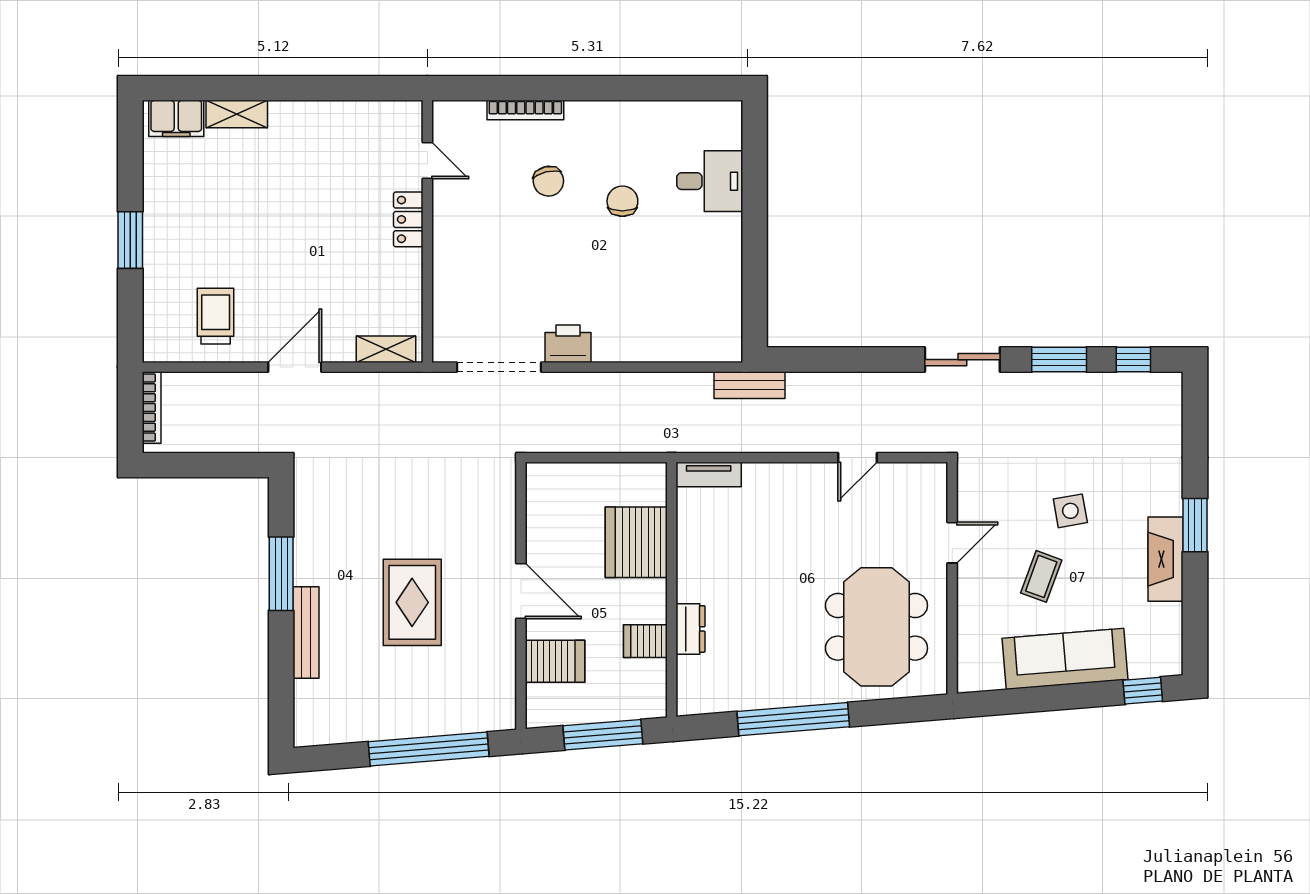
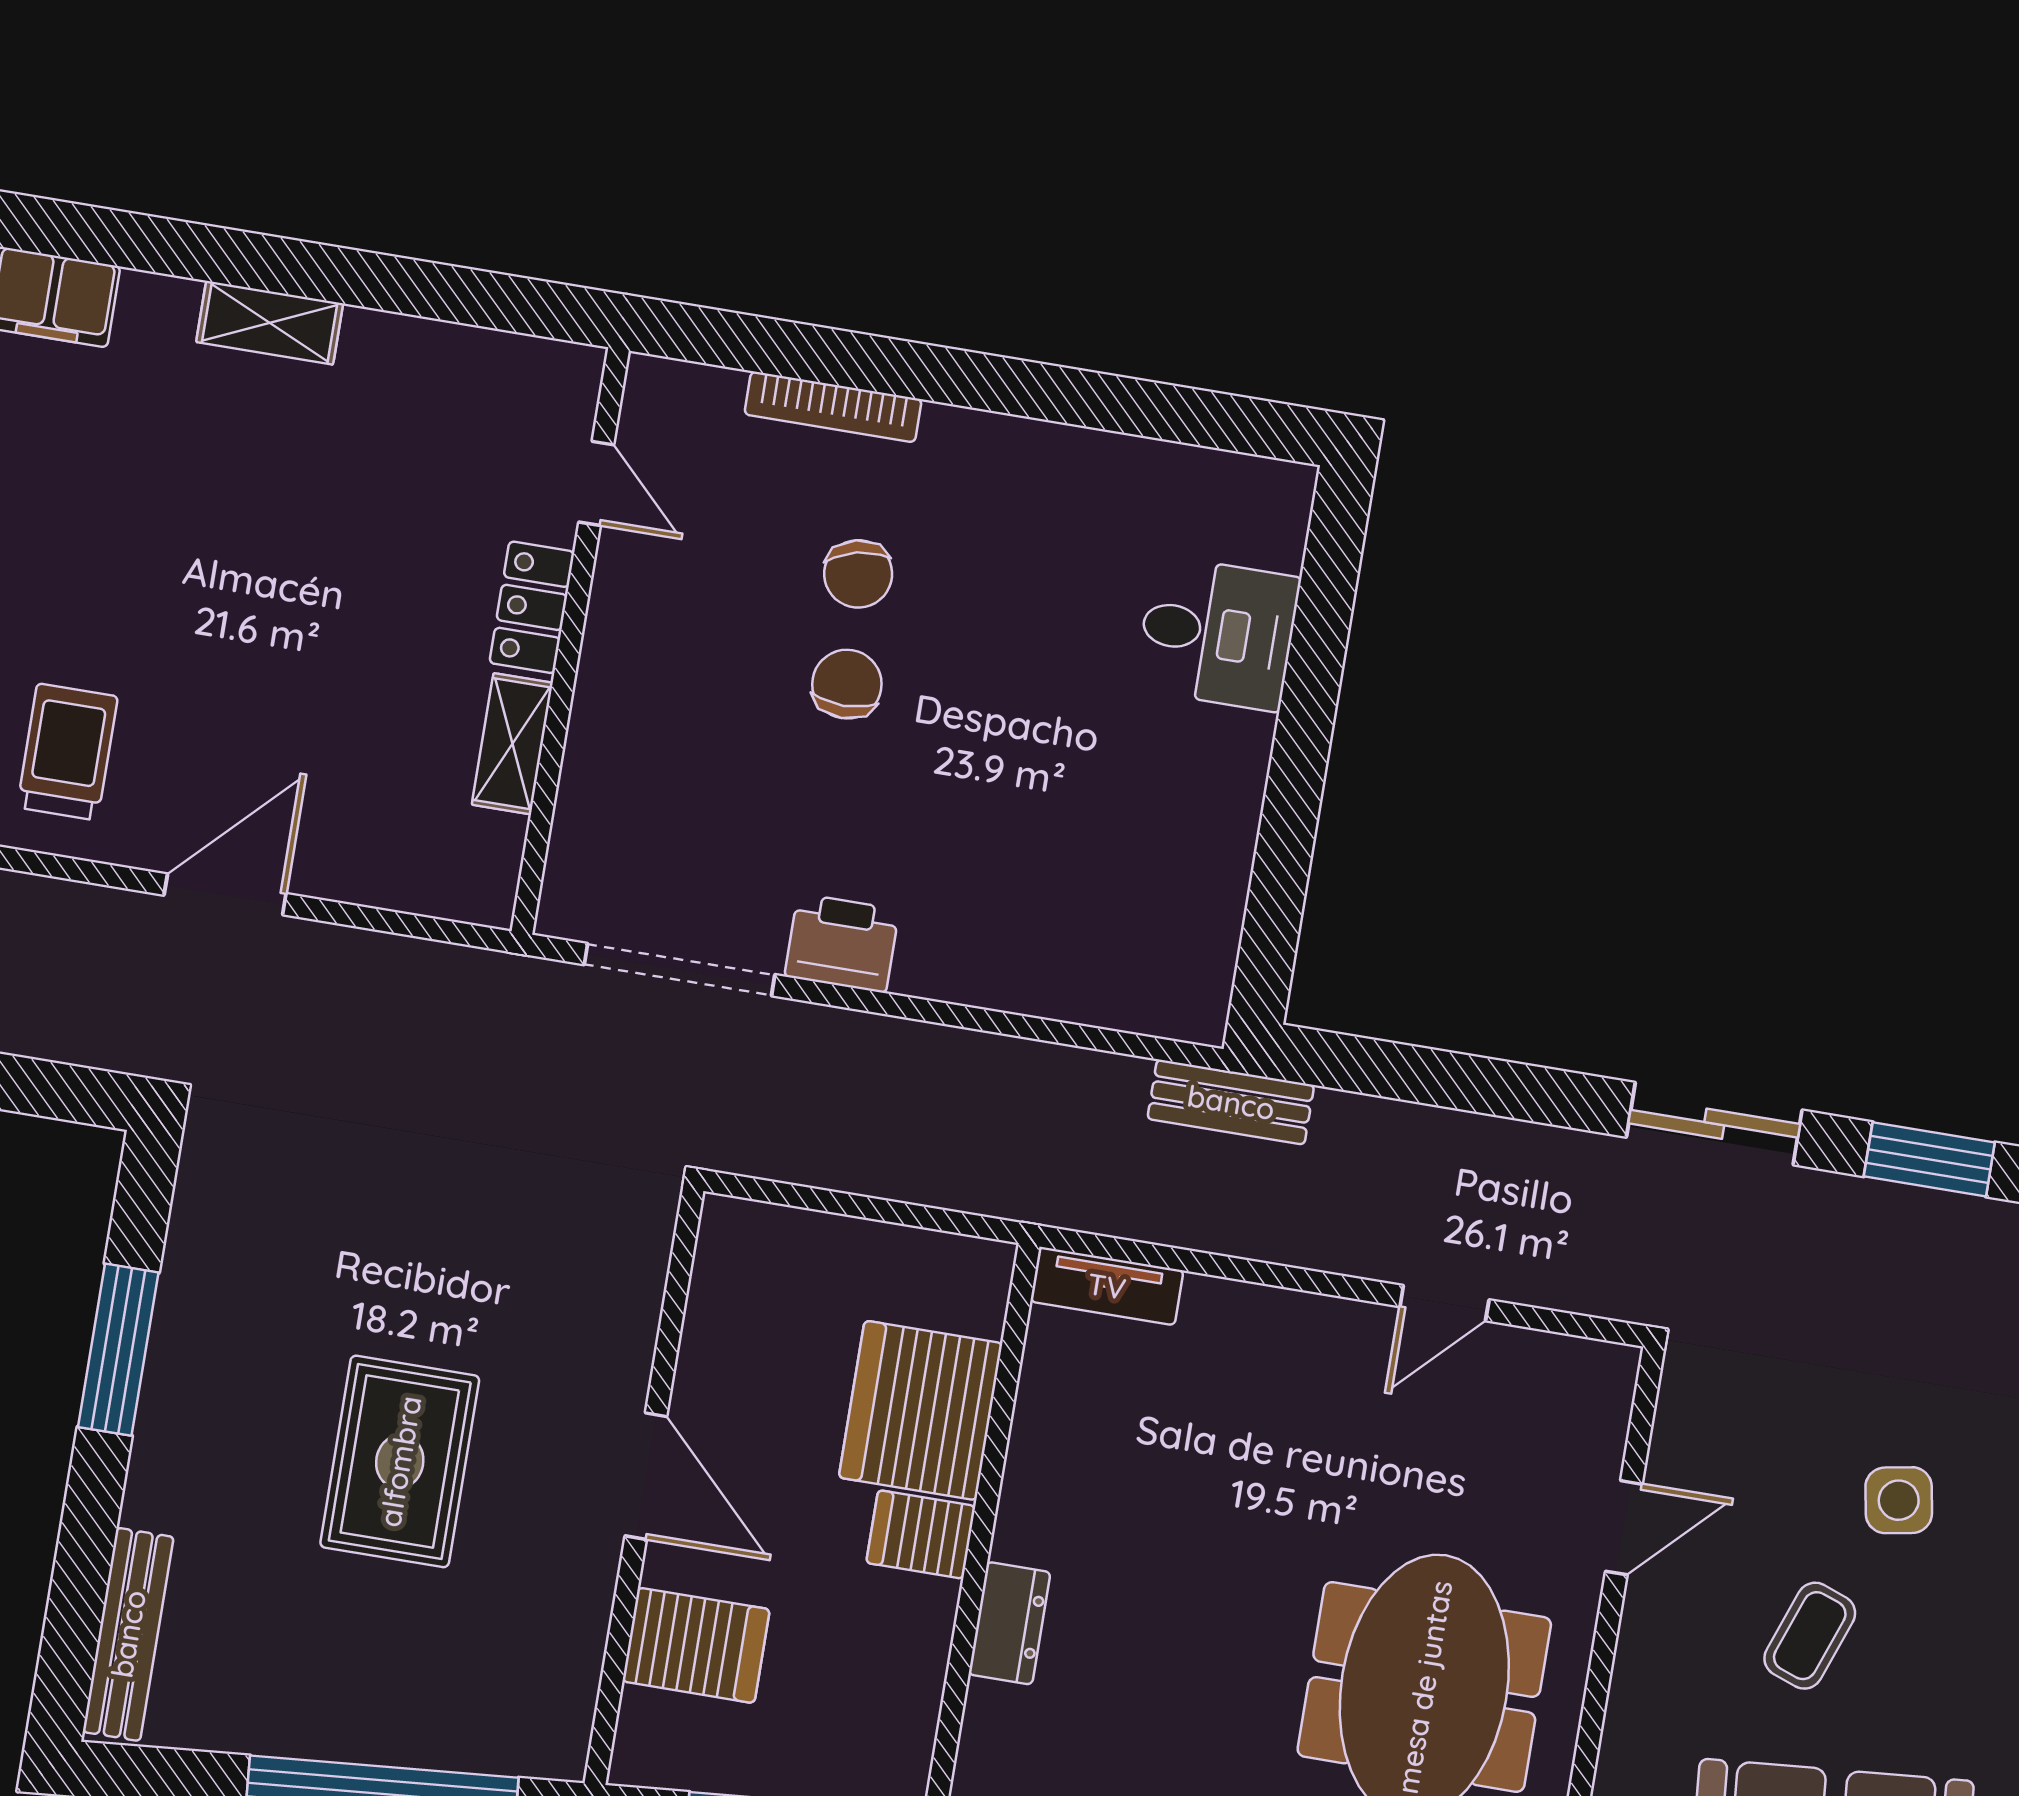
shelving: (237, 114) -> (270, 323), moved
chair: (622, 201) -> (847, 684), moved
shelving: (386, 349) -> (512, 744), moved, turned 90
bench: (306, 632) -> (128, 1634), moved
server rack: (645, 641) -> (921, 1534), moved

